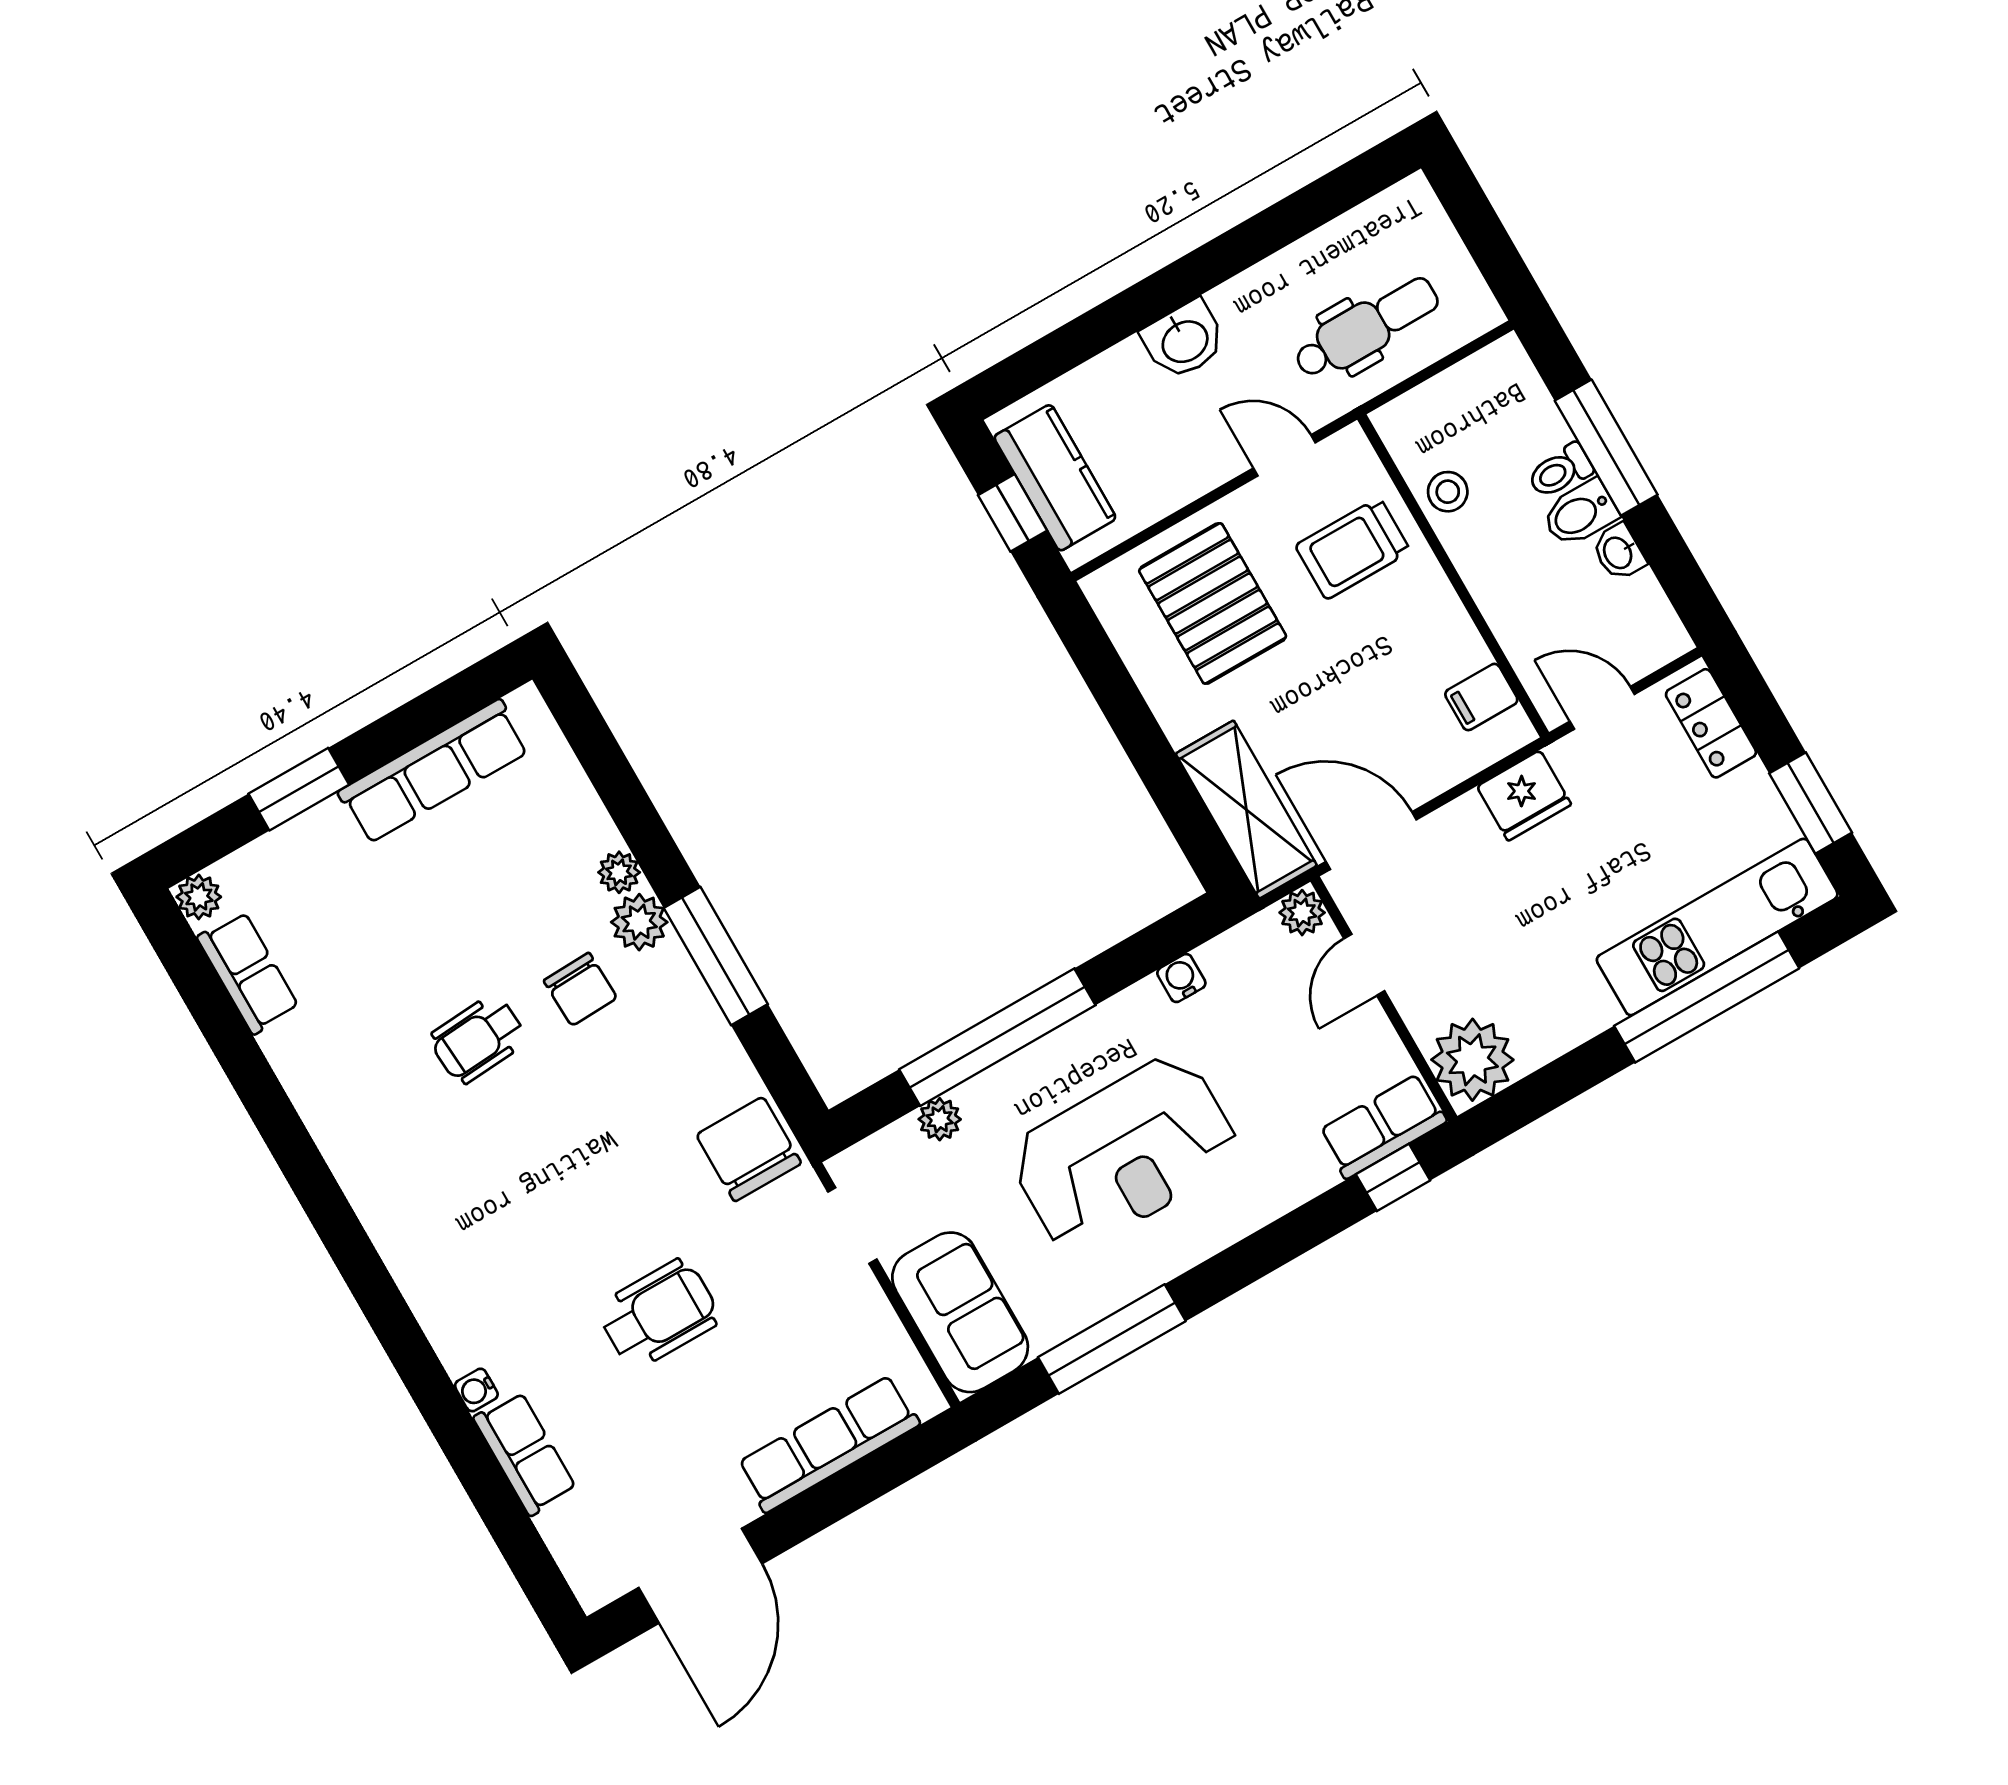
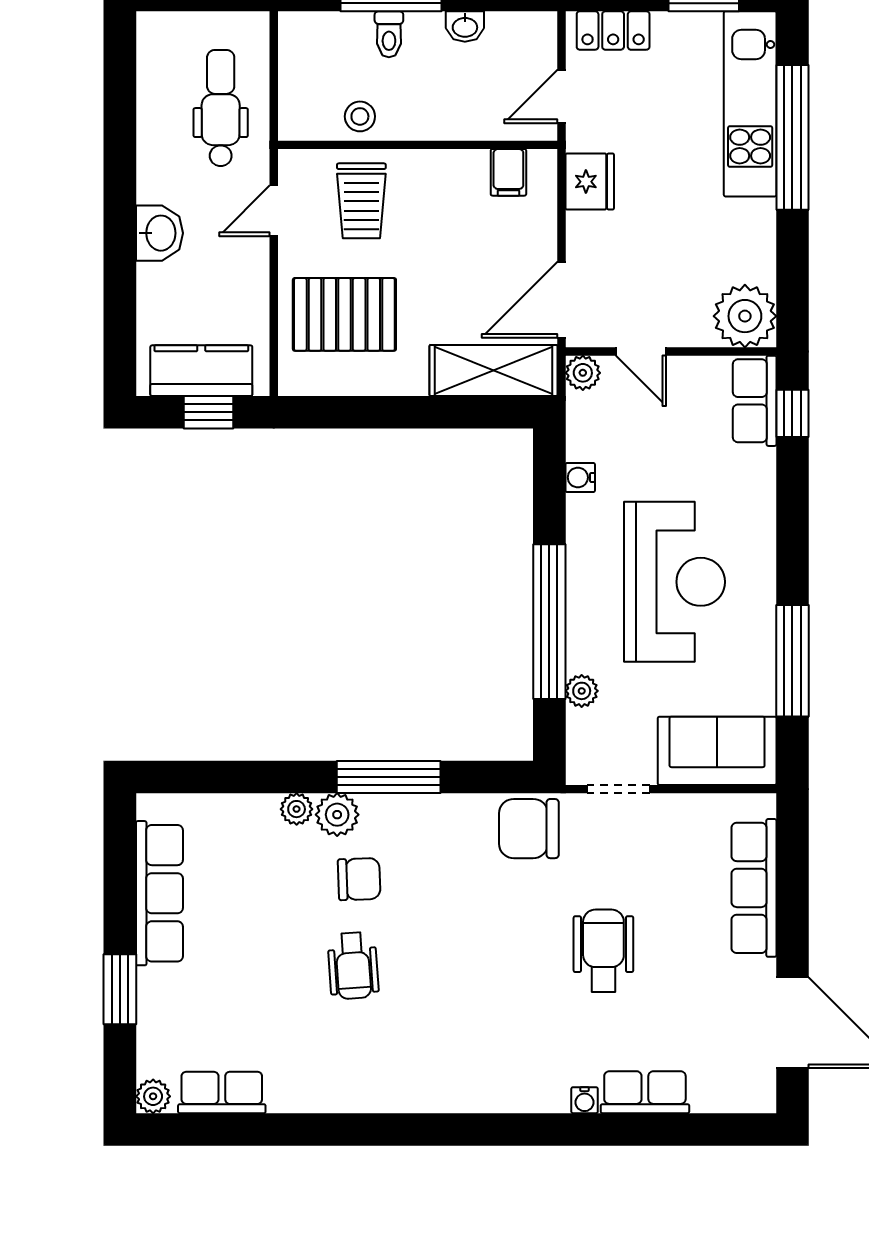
bidet: (1580, 513) -> (425, 37), removed

